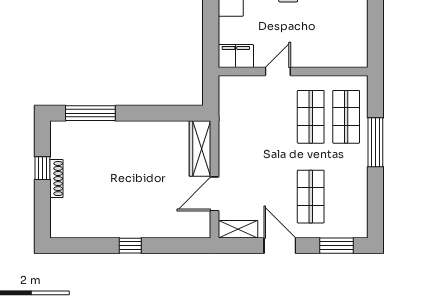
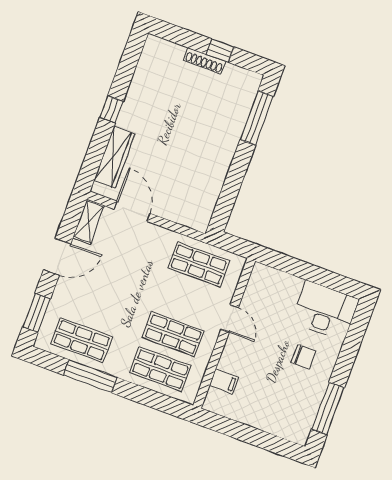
filing cabinet: (236, 56) -> (224, 381), moved, width x0.50
shop shelf: (240, 117) -> (199, 264), added
window: (375, 142) -> (90, 376), moved
wardrobe: (200, 148) -> (114, 157), moved, turned 90
shop shelf: (311, 197) -> (82, 340), moved

